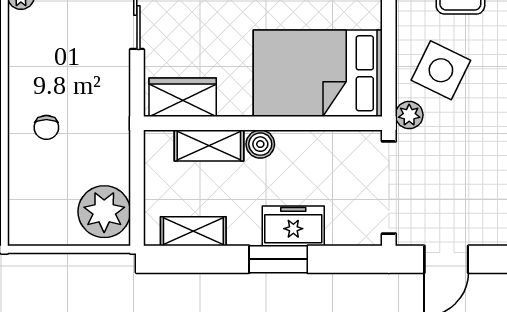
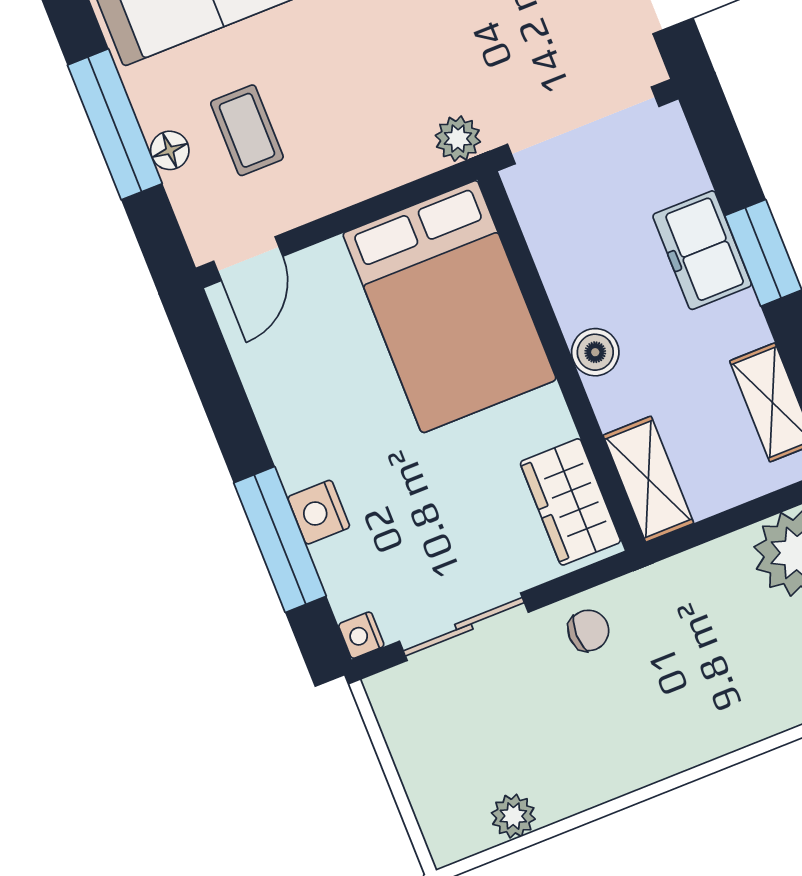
side table: (441, 70) -> (369, 117), removed
chair: (46, 127) -> (588, 630), moved
shelving: (209, 146) -> (648, 479), moved

